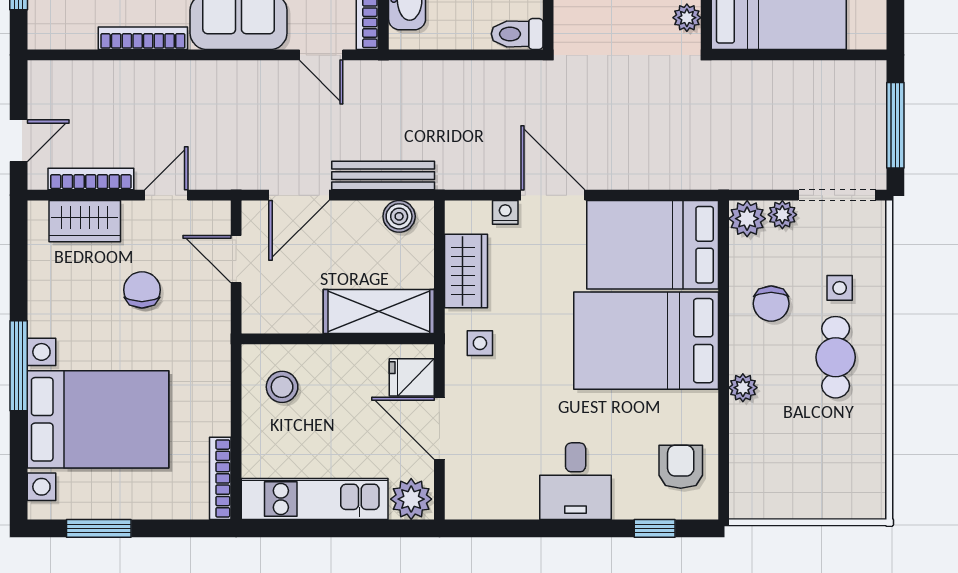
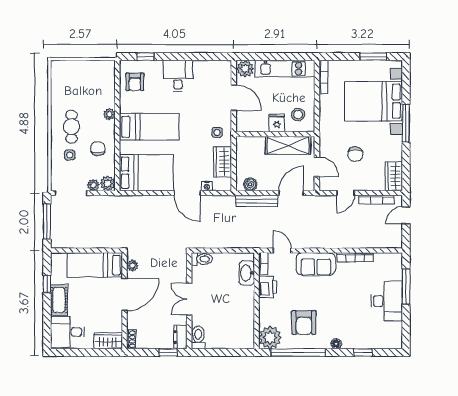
wardrobe: (85, 221) -> (394, 176), moved, turned -90
shelving: (379, 312) -> (288, 145), moved
bed: (646, 341) -> (149, 127), width x0.67
fridge: (412, 377) -> (277, 123), moved, turned -90

